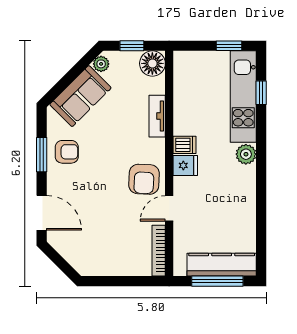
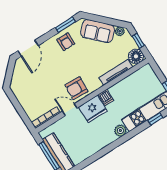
tv unit: (157, 116) -> (116, 72), width x1.41
window: (42, 155) -> (65, 25), moved
fridge: (185, 165) -> (93, 109), width x1.88, depth x1.34

